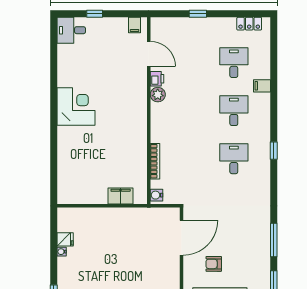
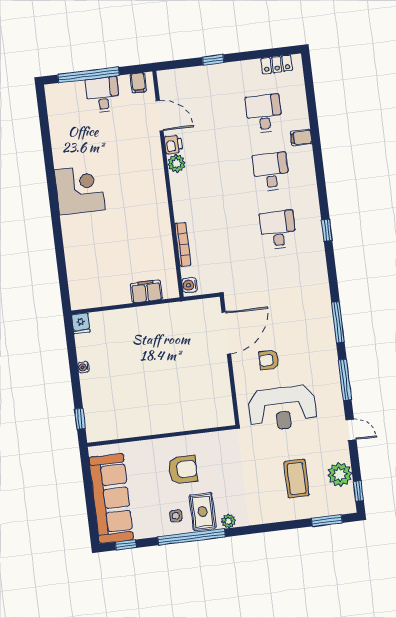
window: (95, 14) -> (88, 75), width x3.17
desk: (71, 30) -> (103, 95), moved, turned 90
window: (274, 151) -> (327, 230), moved
fridge: (65, 239) -> (81, 323), moved, turned 90

